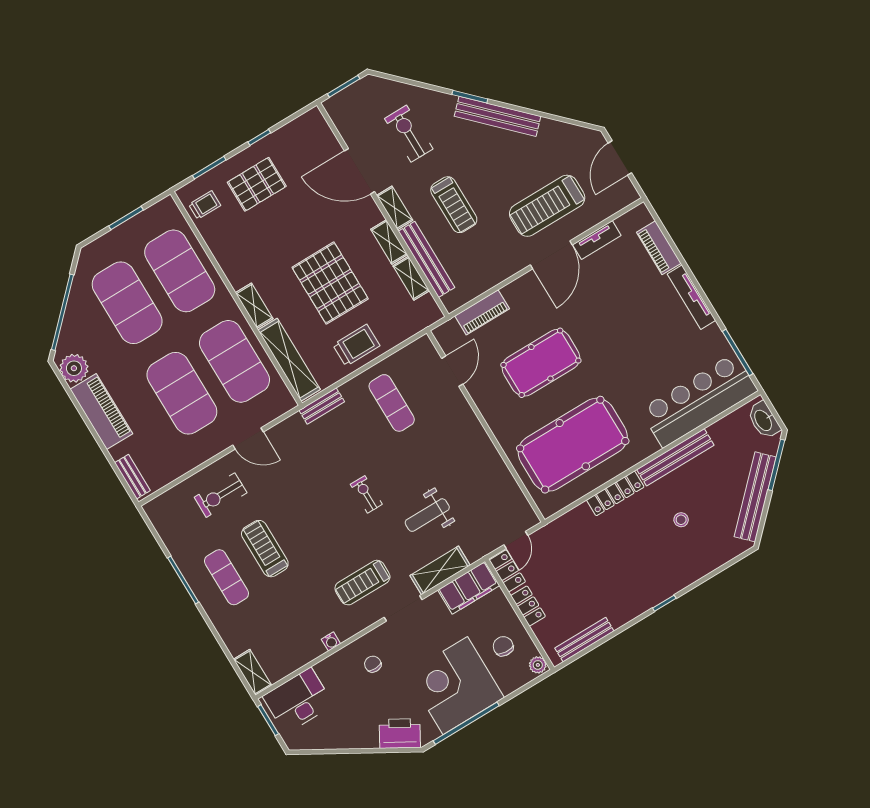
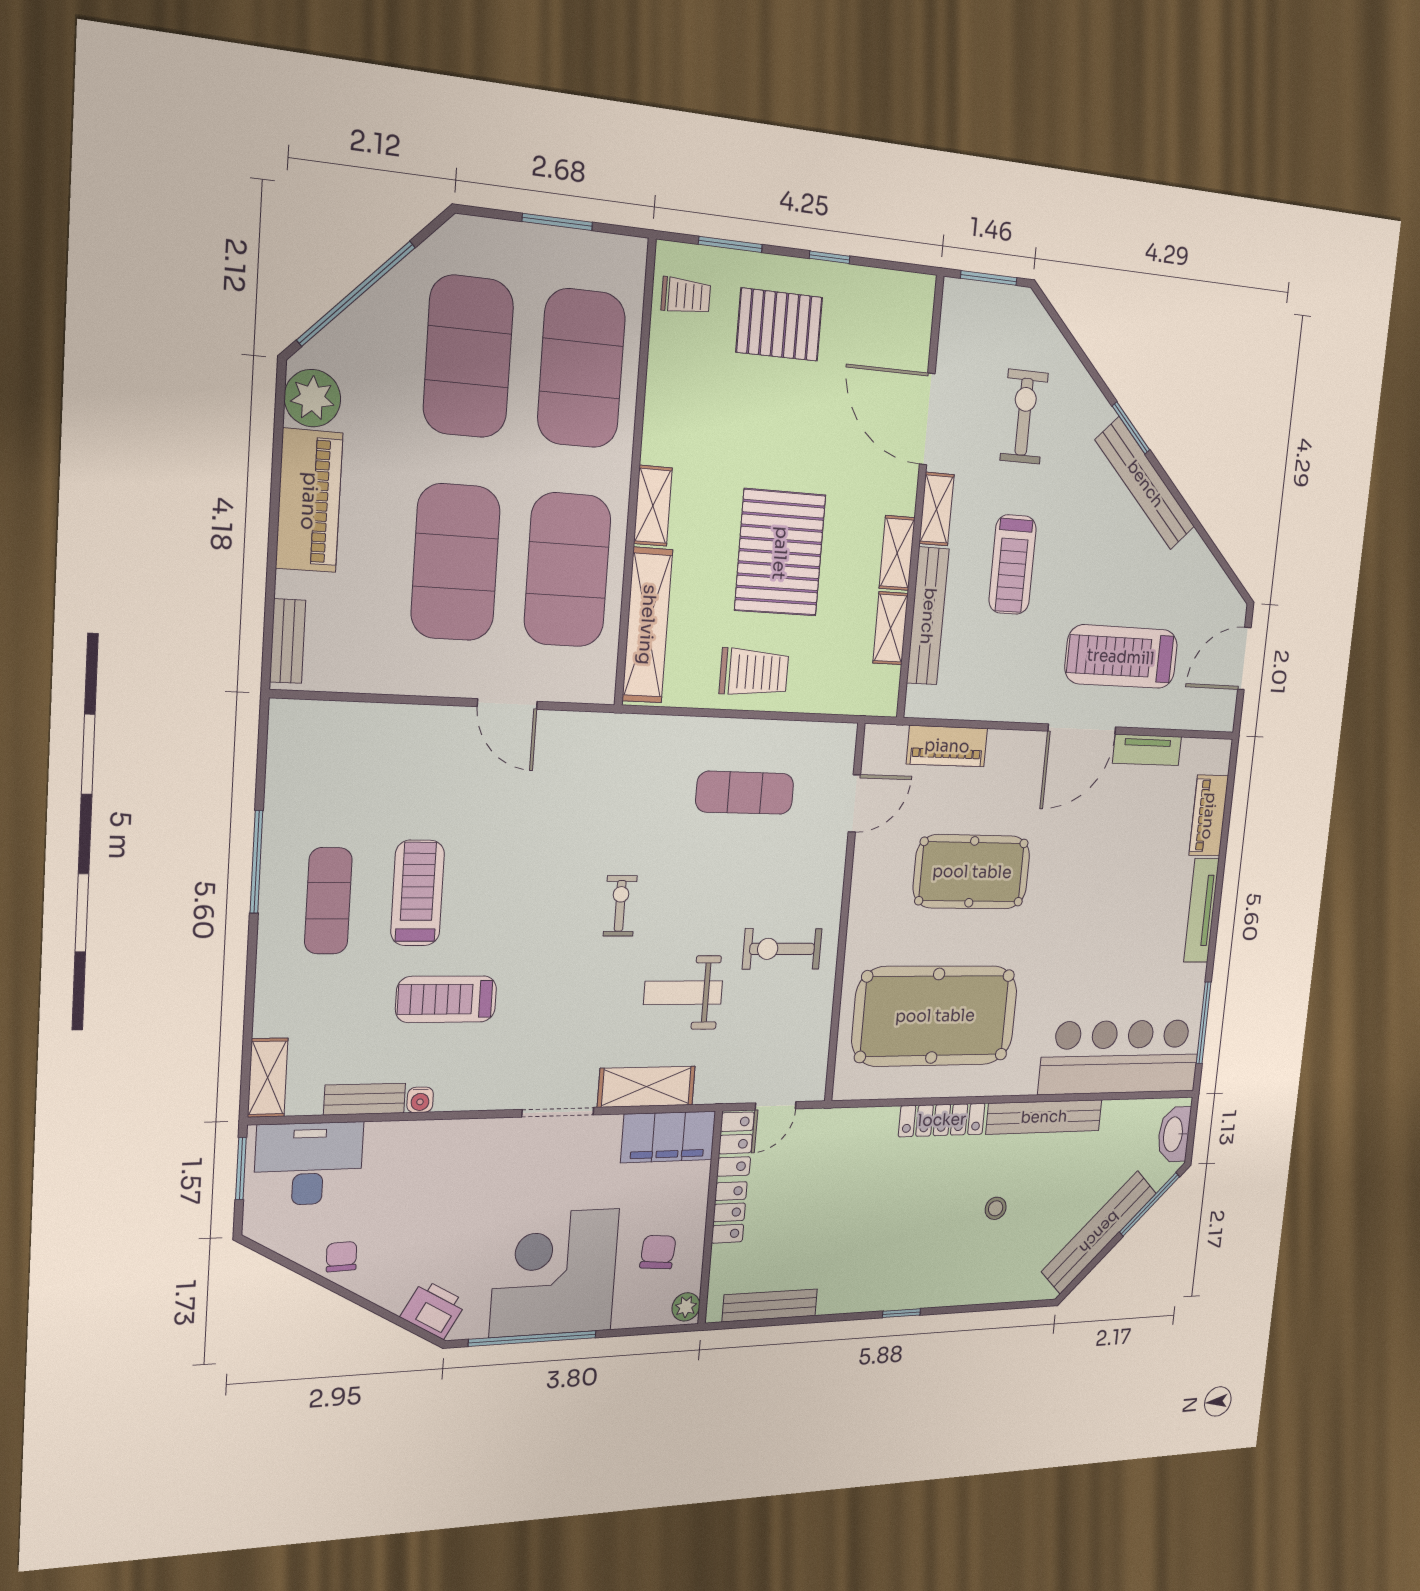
exercise mat: (392, 403) -> (745, 793), turned 90
bench: (322, 406) -> (365, 1099), moved
exercise bike: (221, 495) -> (782, 949), moved
treadmill: (362, 583) -> (446, 999), moved
chair: (373, 664) -> (341, 1257), moved
printer: (400, 733) -> (433, 1309), width x0.73, depth x0.84

